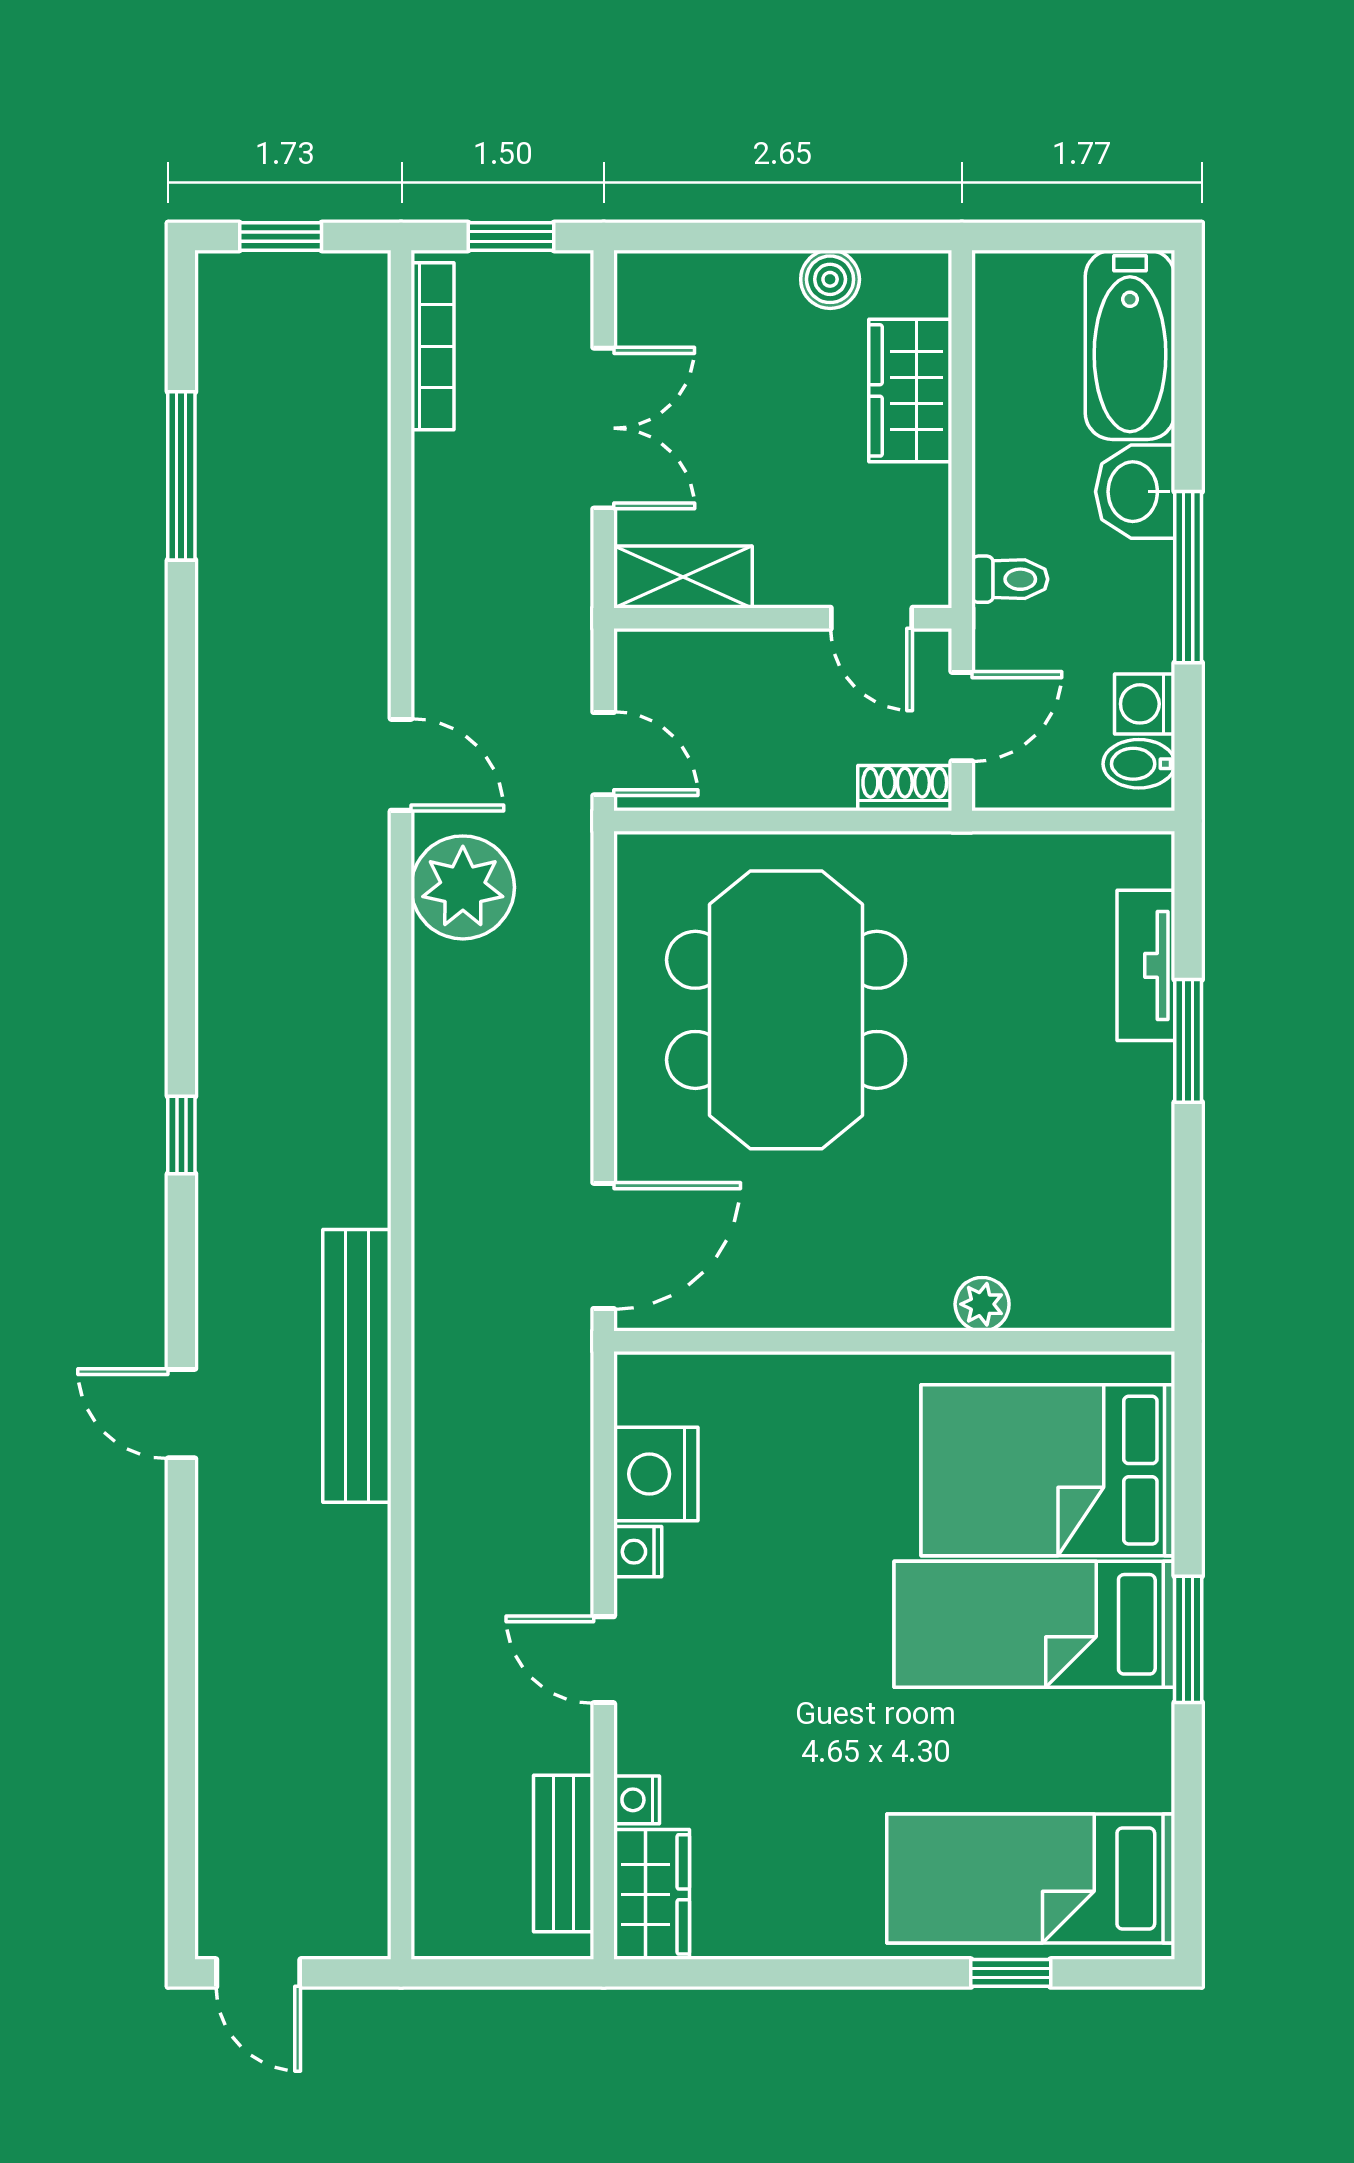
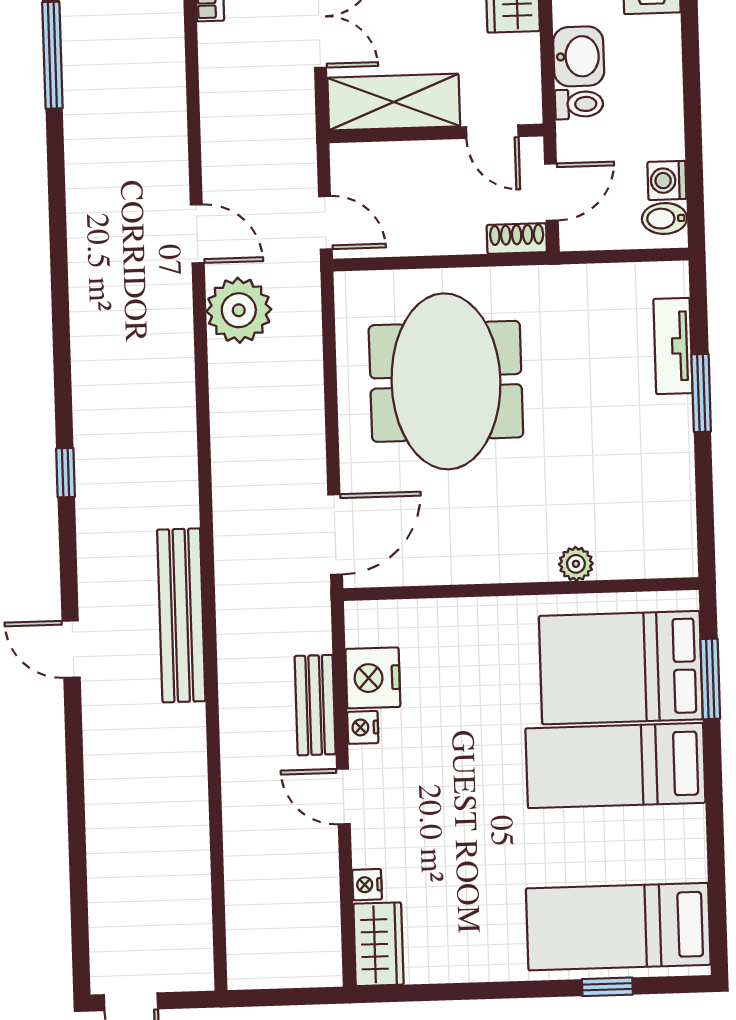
washbasin: (1135, 492) -> (579, 56), moved, turned 180
shelving: (683, 577) -> (394, 102), width x1.50, depth x1.33
window: (1188, 577) -> (692, 99), removed
window: (1188, 1639) -> (710, 679), moved
bench: (564, 1854) -> (315, 705), moved

